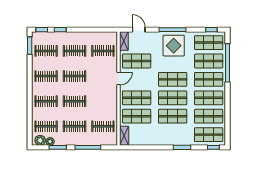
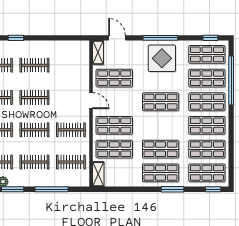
clothes rail: (103, 51) -> (71, 130), moved
door: (119, 79) -> (91, 101), hinge flipped
shop shelf: (173, 98) -> (161, 173), moved

